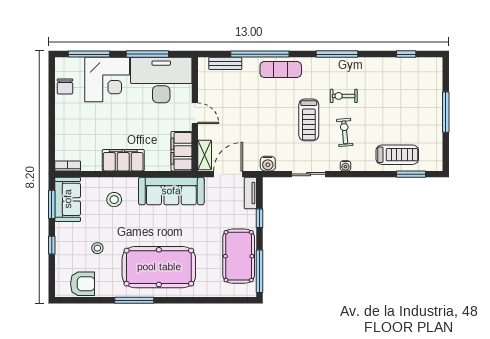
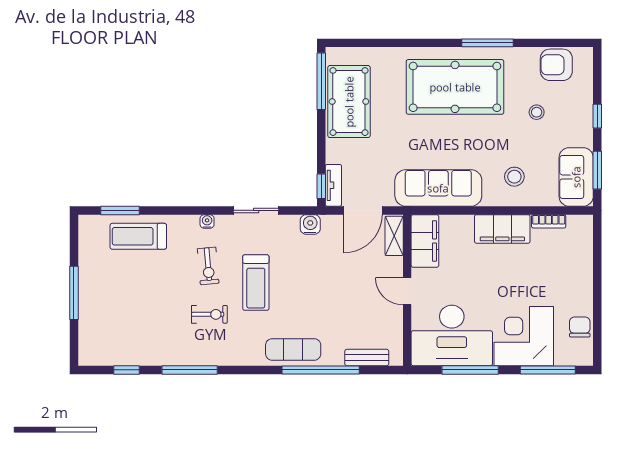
window: (337, 54) -> (190, 370), moved
treadmill: (309, 120) -> (256, 283), turned 180
bookcase: (68, 166) -> (549, 221), moved
window: (259, 218) -> (321, 186), moved

